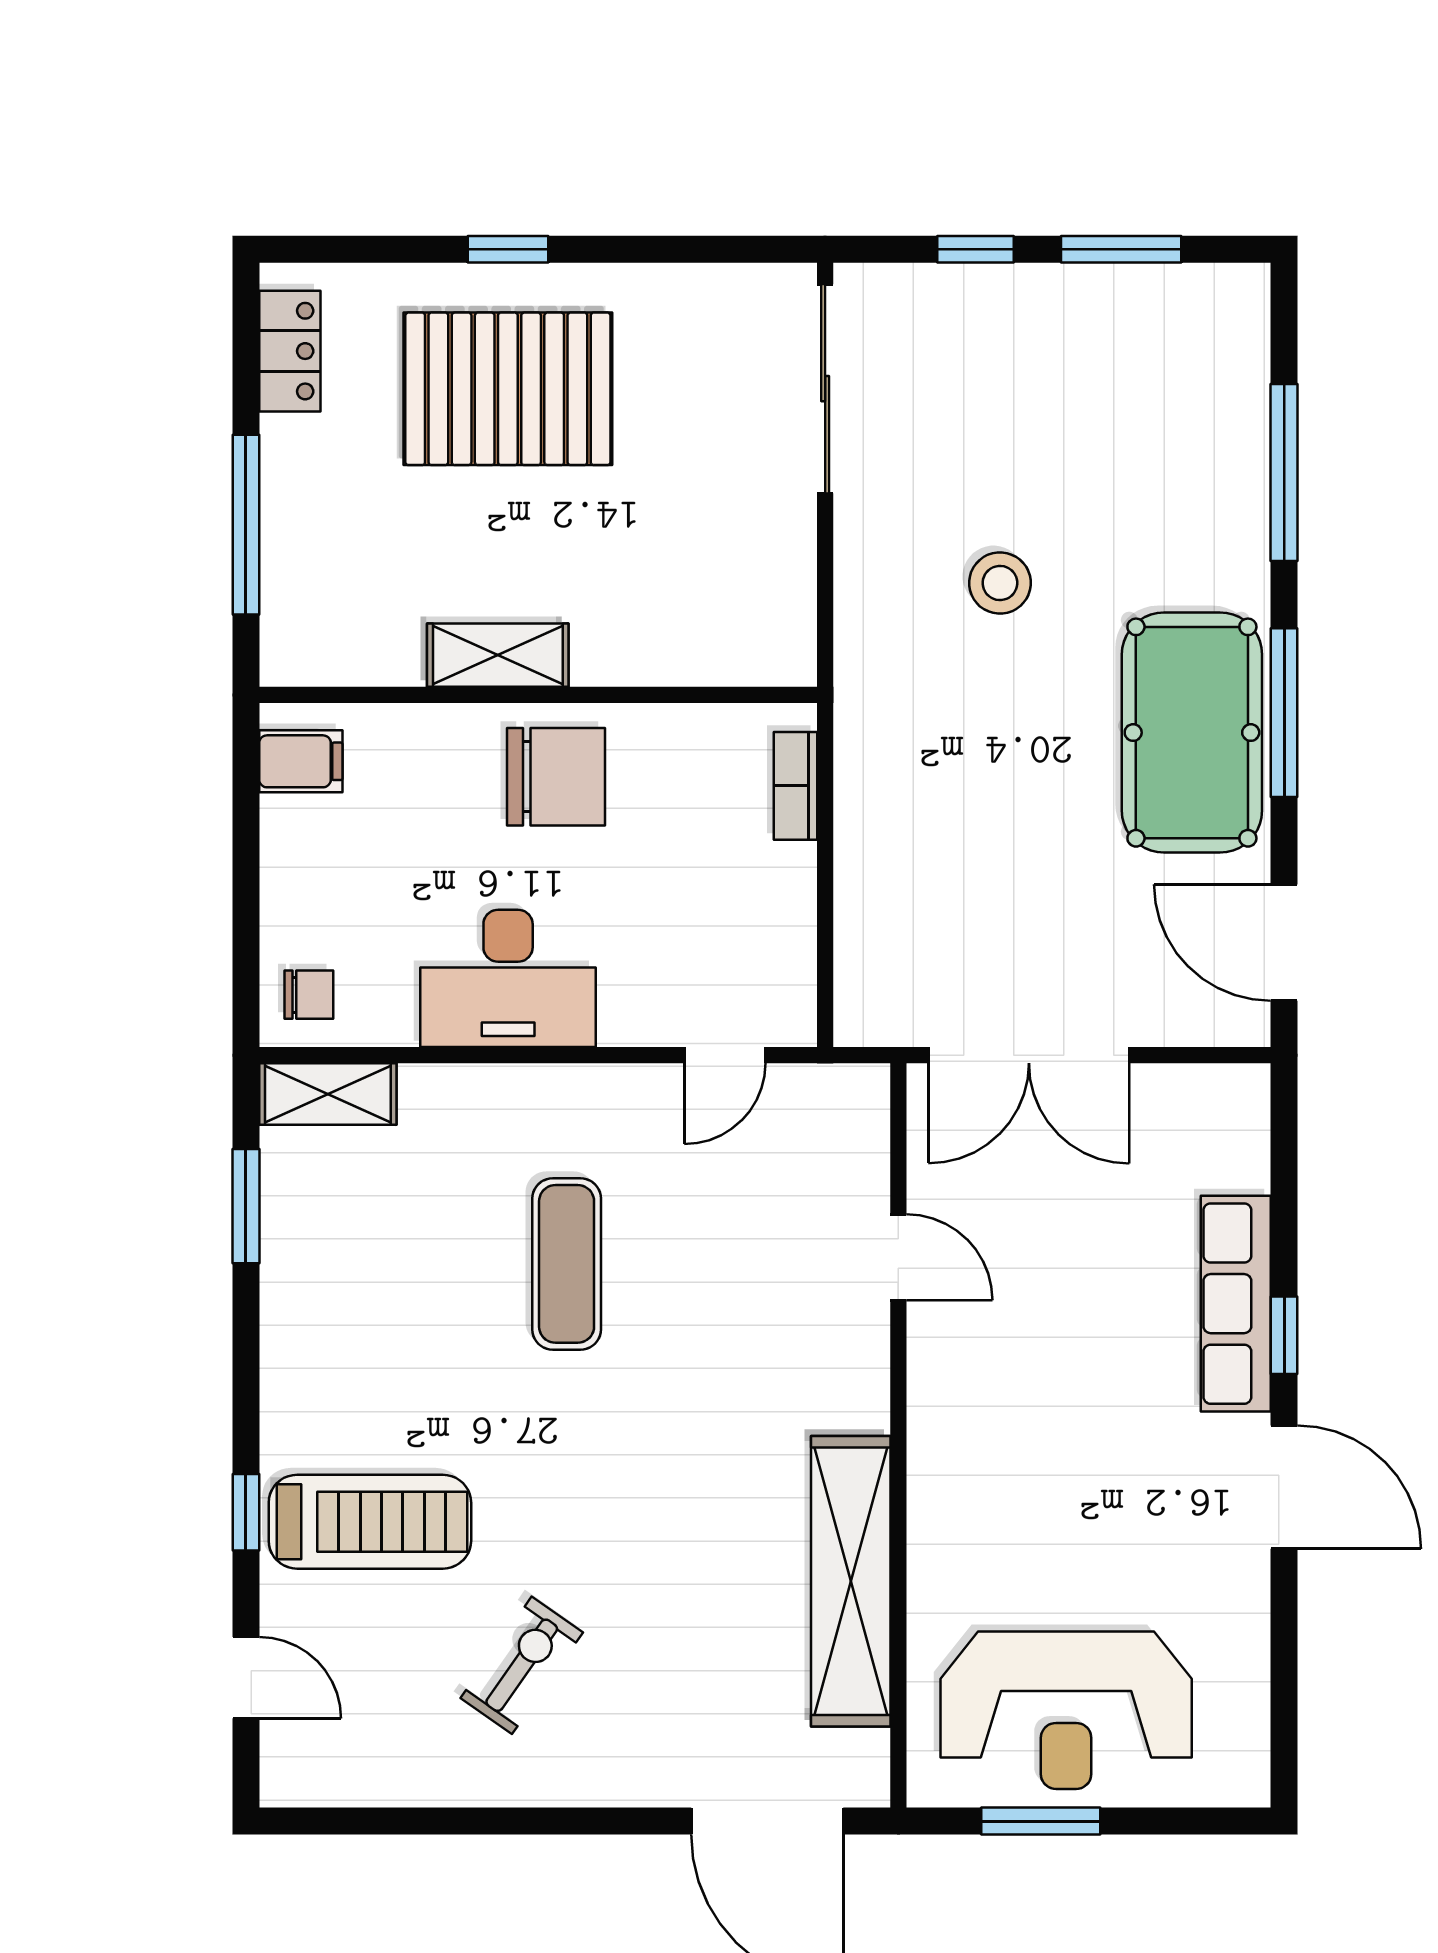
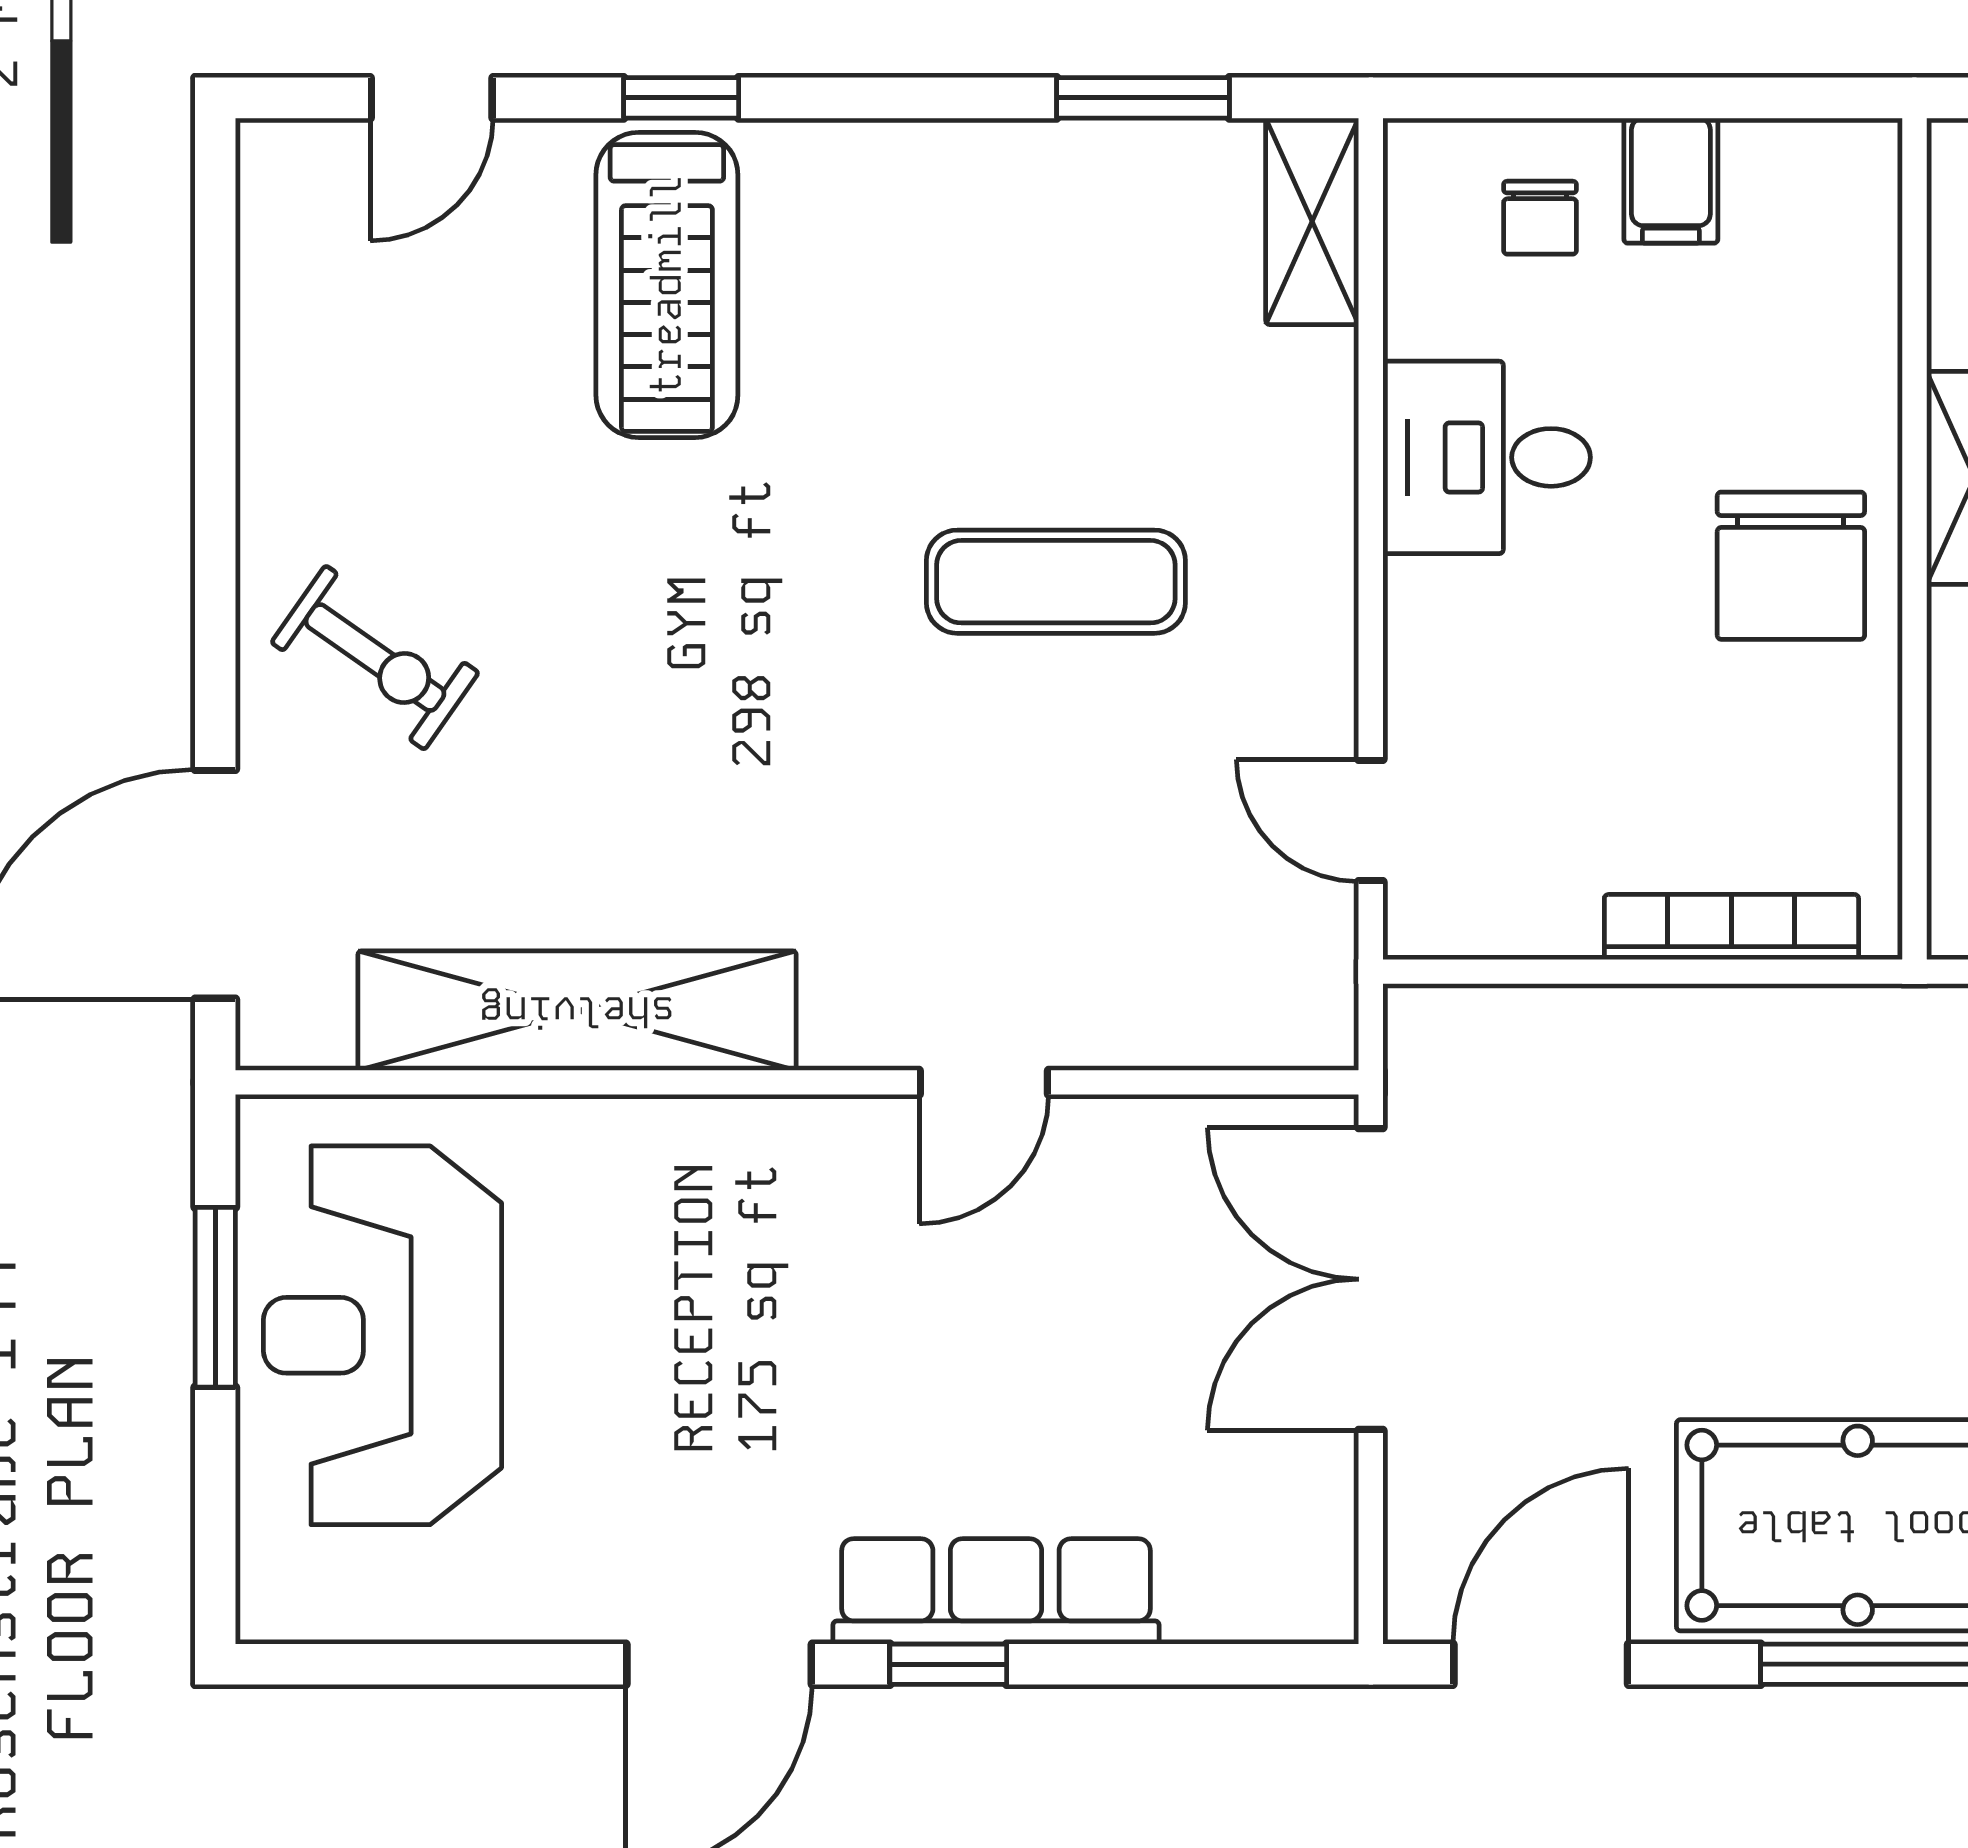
filing cabinet: (301, 761) -> (1671, 181), moved
bookcase: (795, 786) -> (1731, 927), width x1.56
desk: (508, 978) -> (1487, 457), width x0.73
chair: (309, 995) -> (1540, 218), moved
door: (898, 1257) -> (984, 1082), moved
exercise bike: (522, 1665) -> (375, 658), moved

